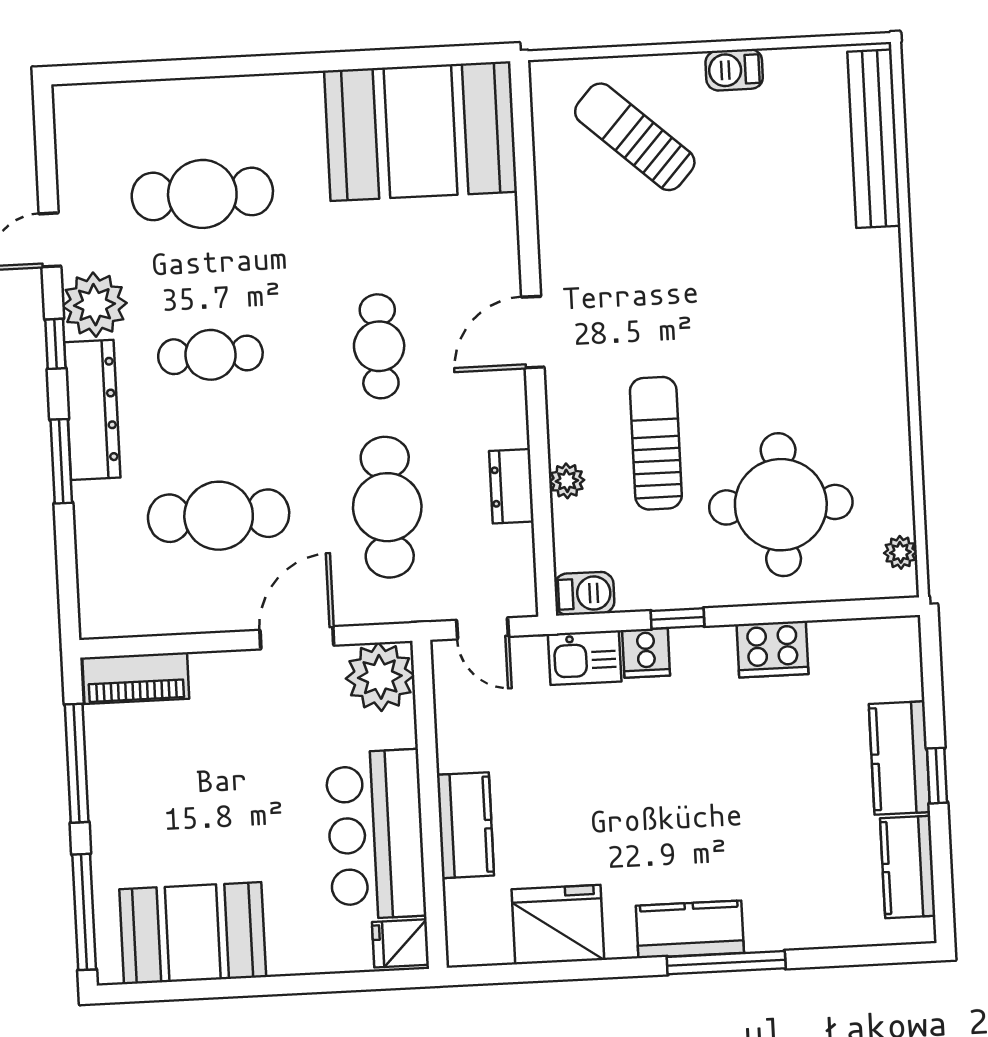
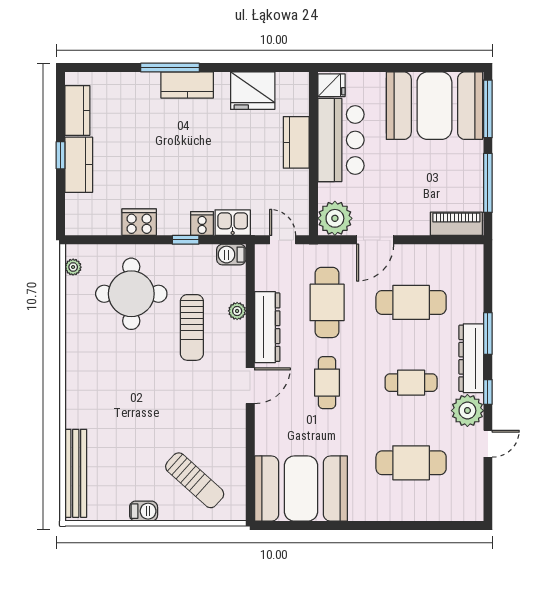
dresser: (511, 486) -> (267, 327), width x1.96, depth x1.24
booth: (193, 933) -> (434, 106), width x1.36, depth x1.42

